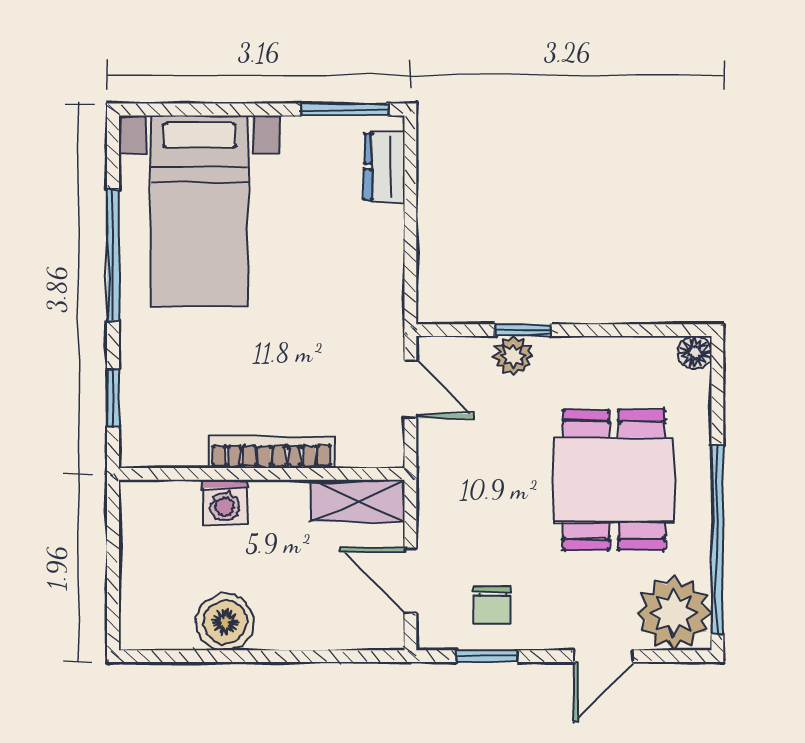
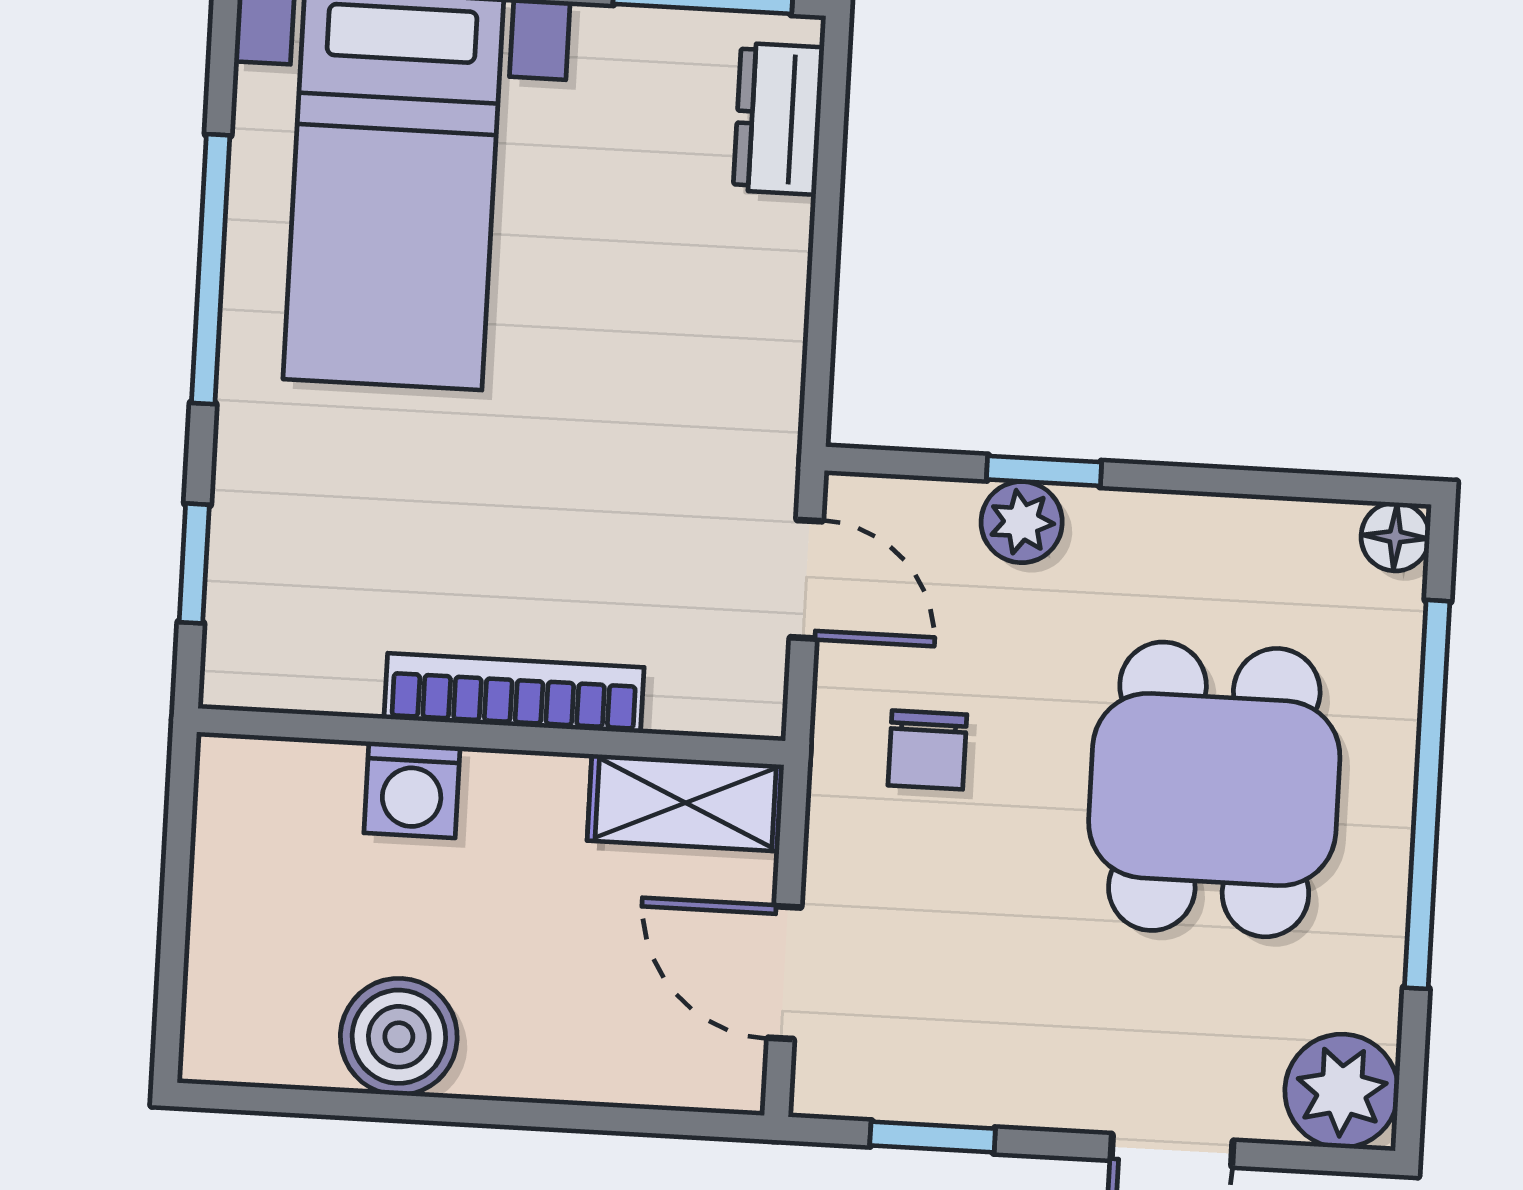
window: (717, 540) -> (1427, 794), moved
chair: (493, 605) -> (927, 750), moved
plant: (674, 613) -> (1342, 1091), width x0.73, depth x0.73

